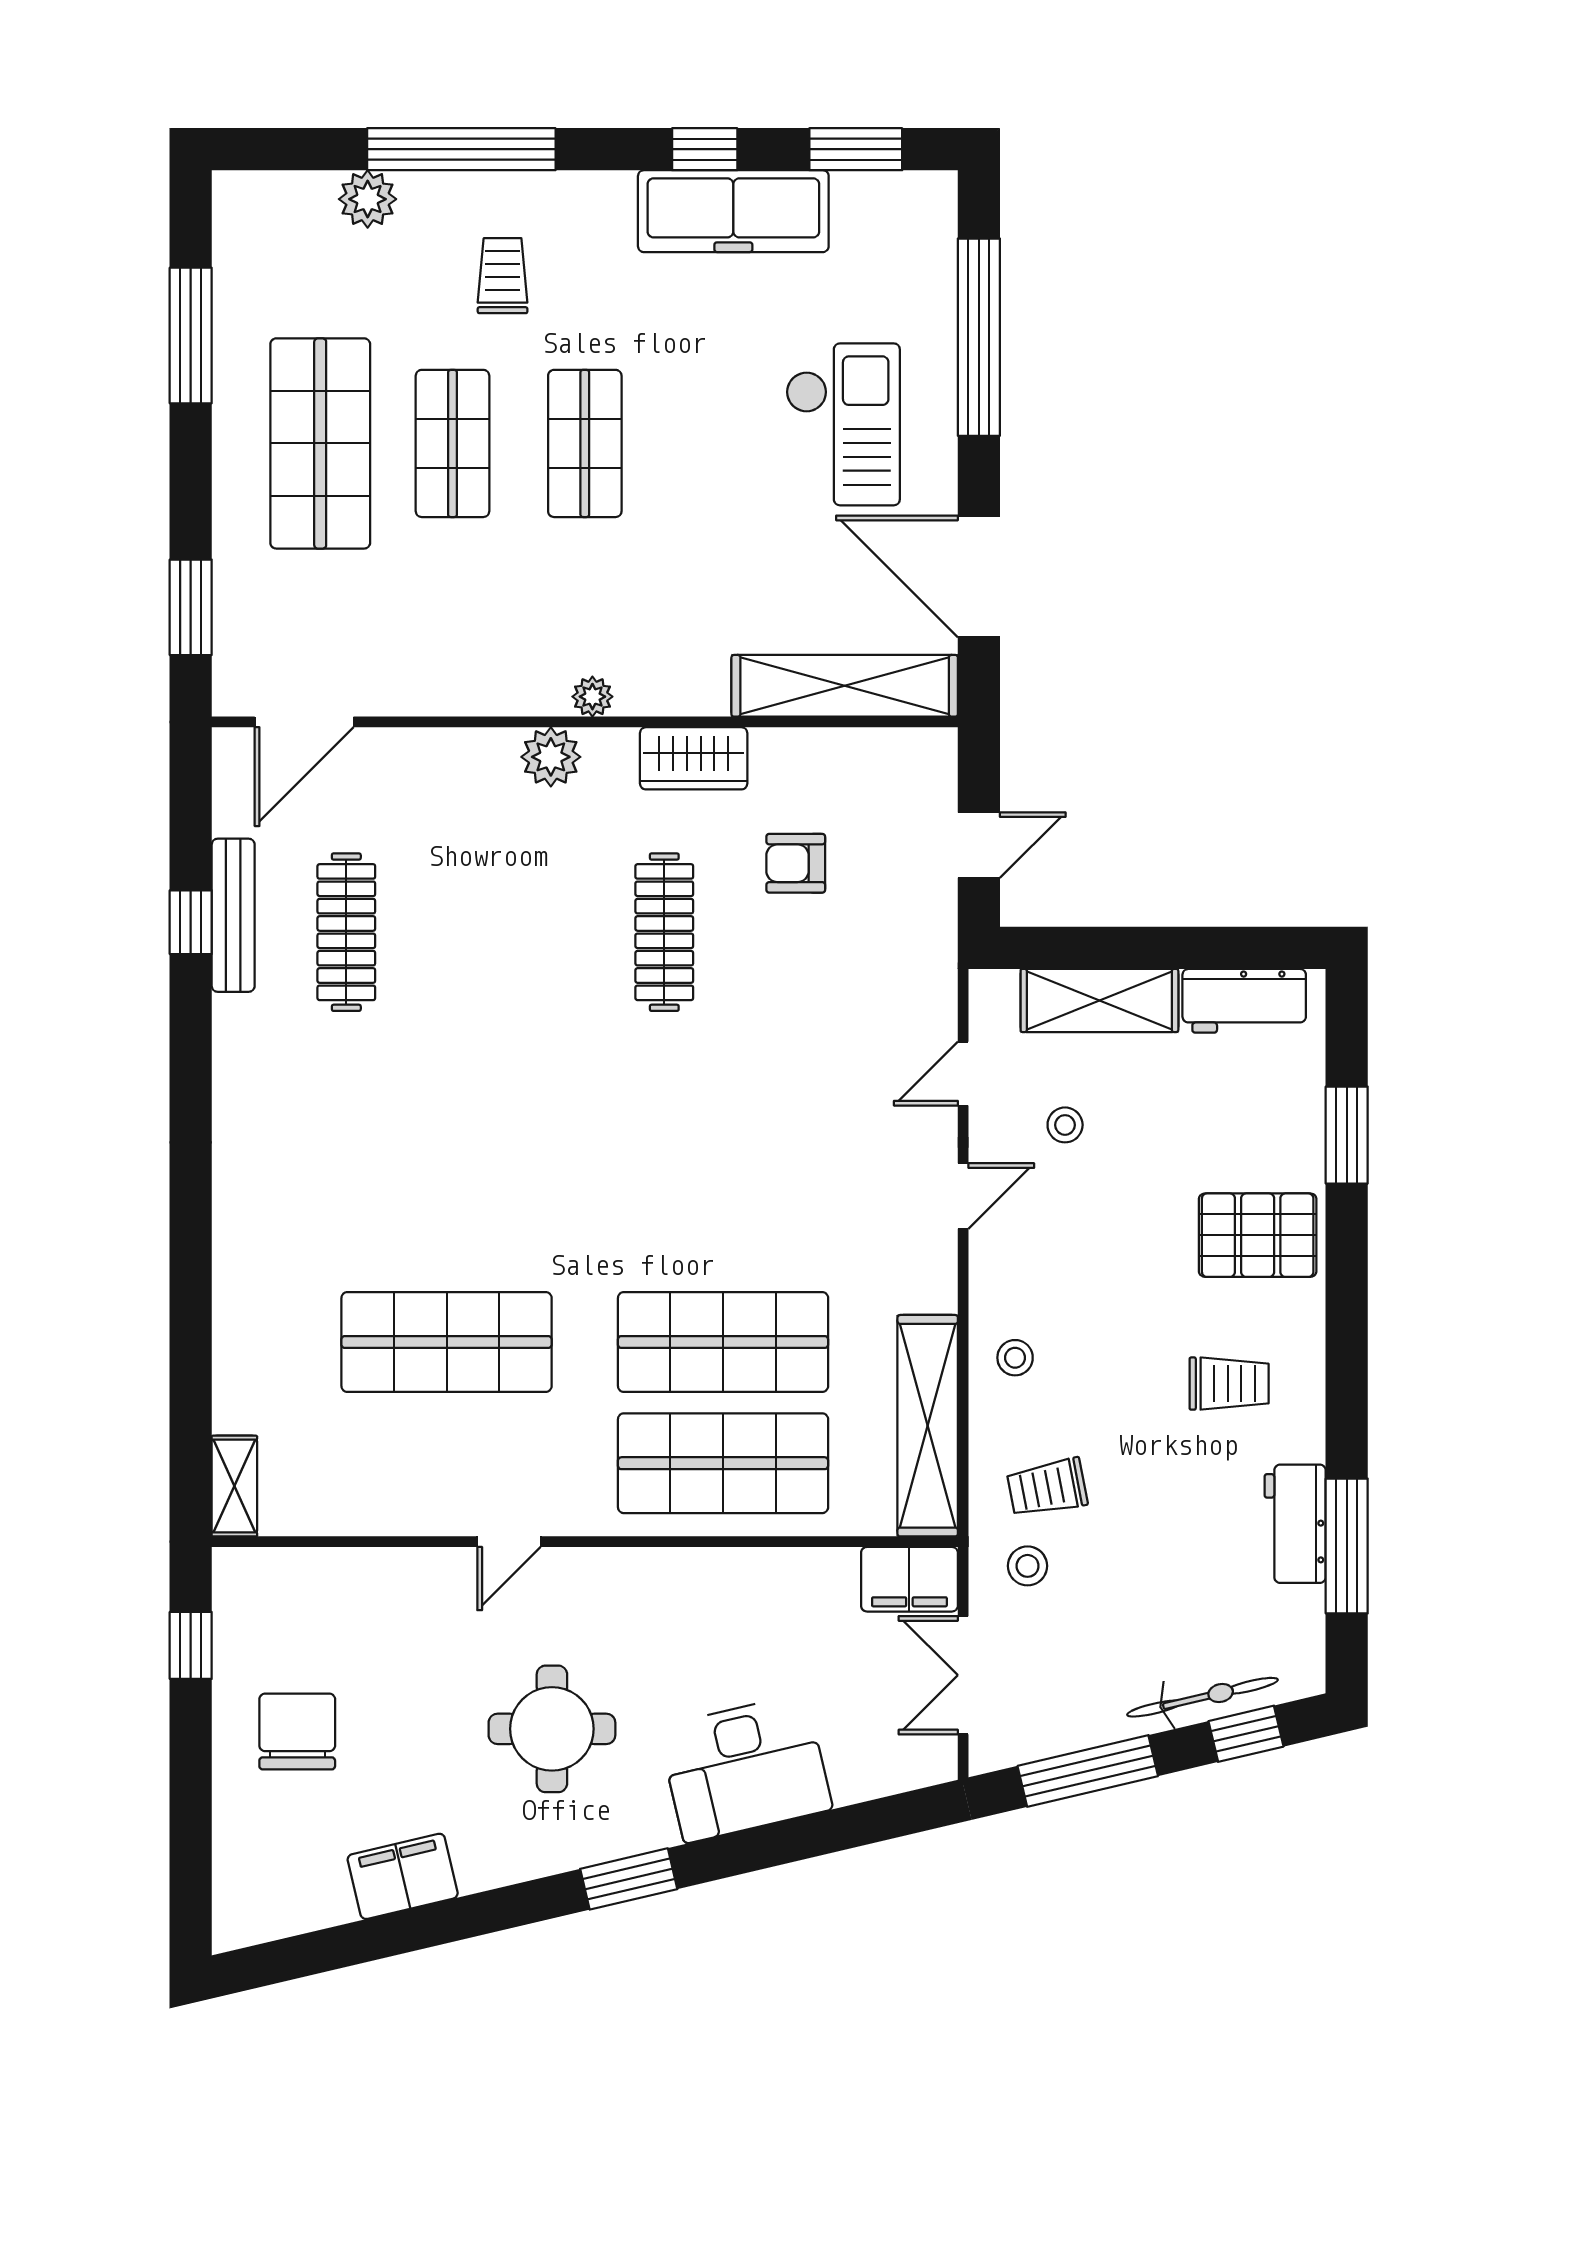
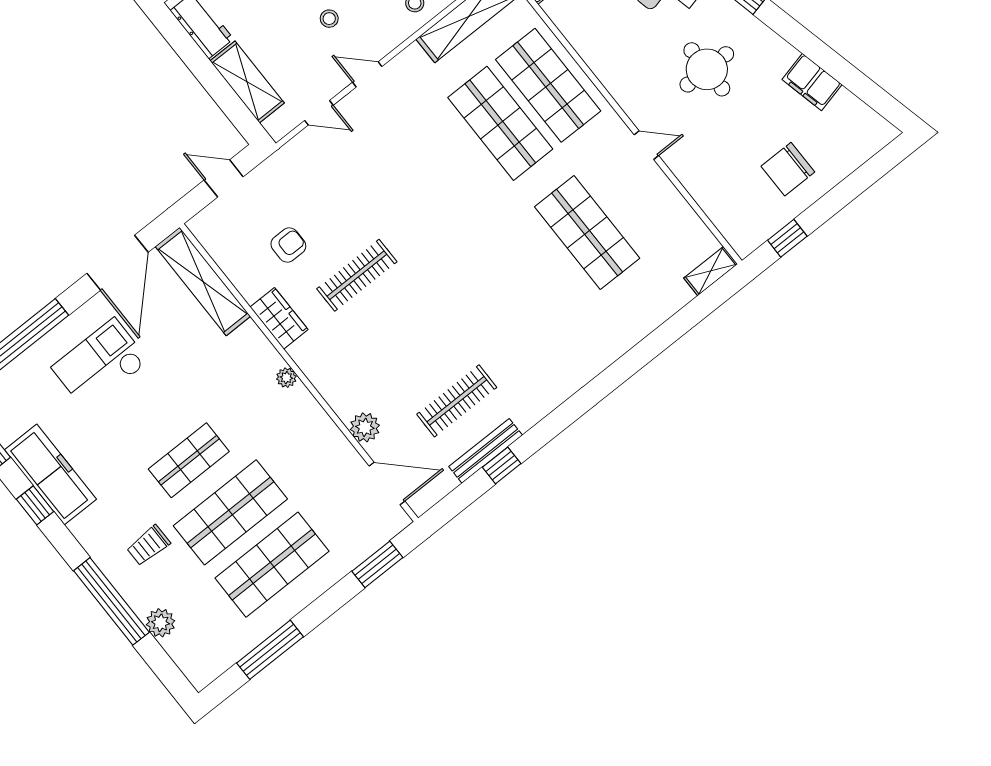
shop shelf: (452, 443) -> (230, 512), width x1.43, depth x1.36
plant: (551, 757) -> (365, 427), moved
armchair: (796, 863) -> (288, 245), turned -90
stool: (1065, 1125) -> (329, 19), moved

